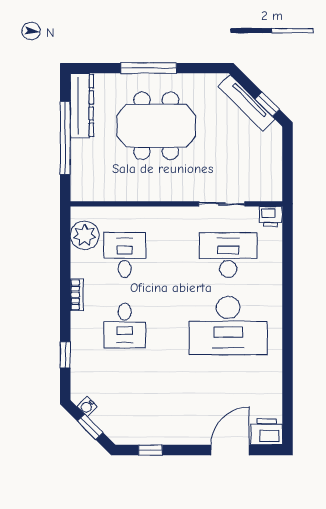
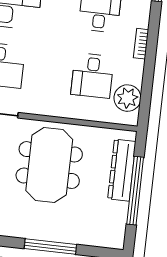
dresser: (82, 106) -> (122, 170), moved
meeting table: (156, 126) -> (49, 165), moved, turned 90

